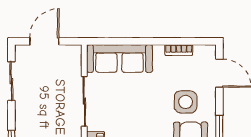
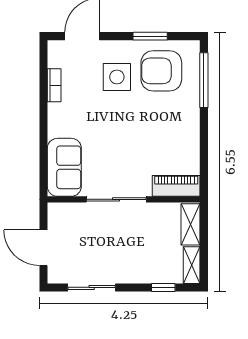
sofa: (120, 58) -> (64, 167), width x0.73

